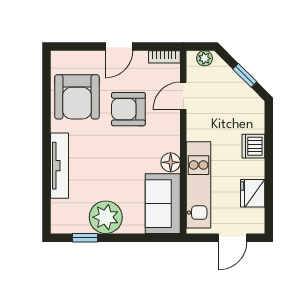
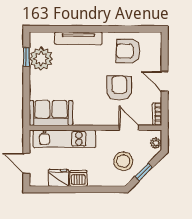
armchair: (77, 97) -> (128, 51), width x0.73, depth x0.73
stool: (229, 103) -> (123, 161), added
dishwasher: (253, 146) -> (78, 178), moved
floor lamp: (171, 162) -> (81, 119), removed
plant: (106, 217) -> (41, 59), moved

